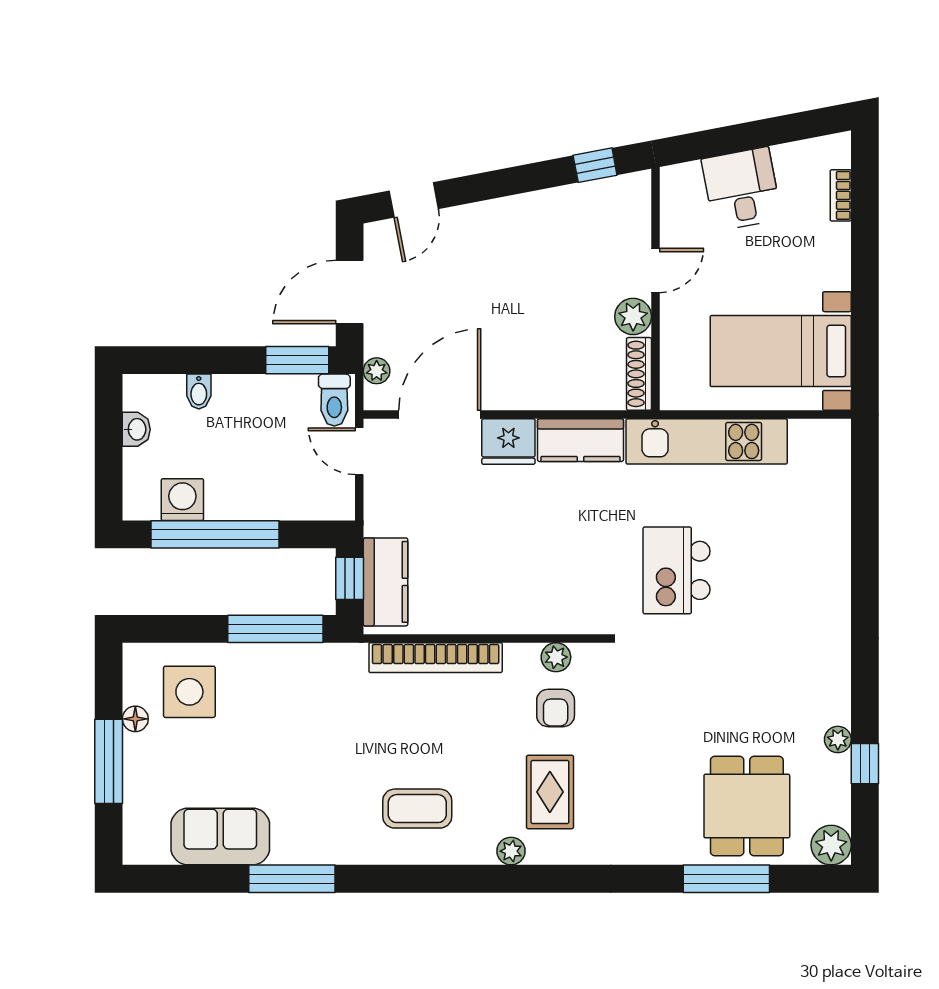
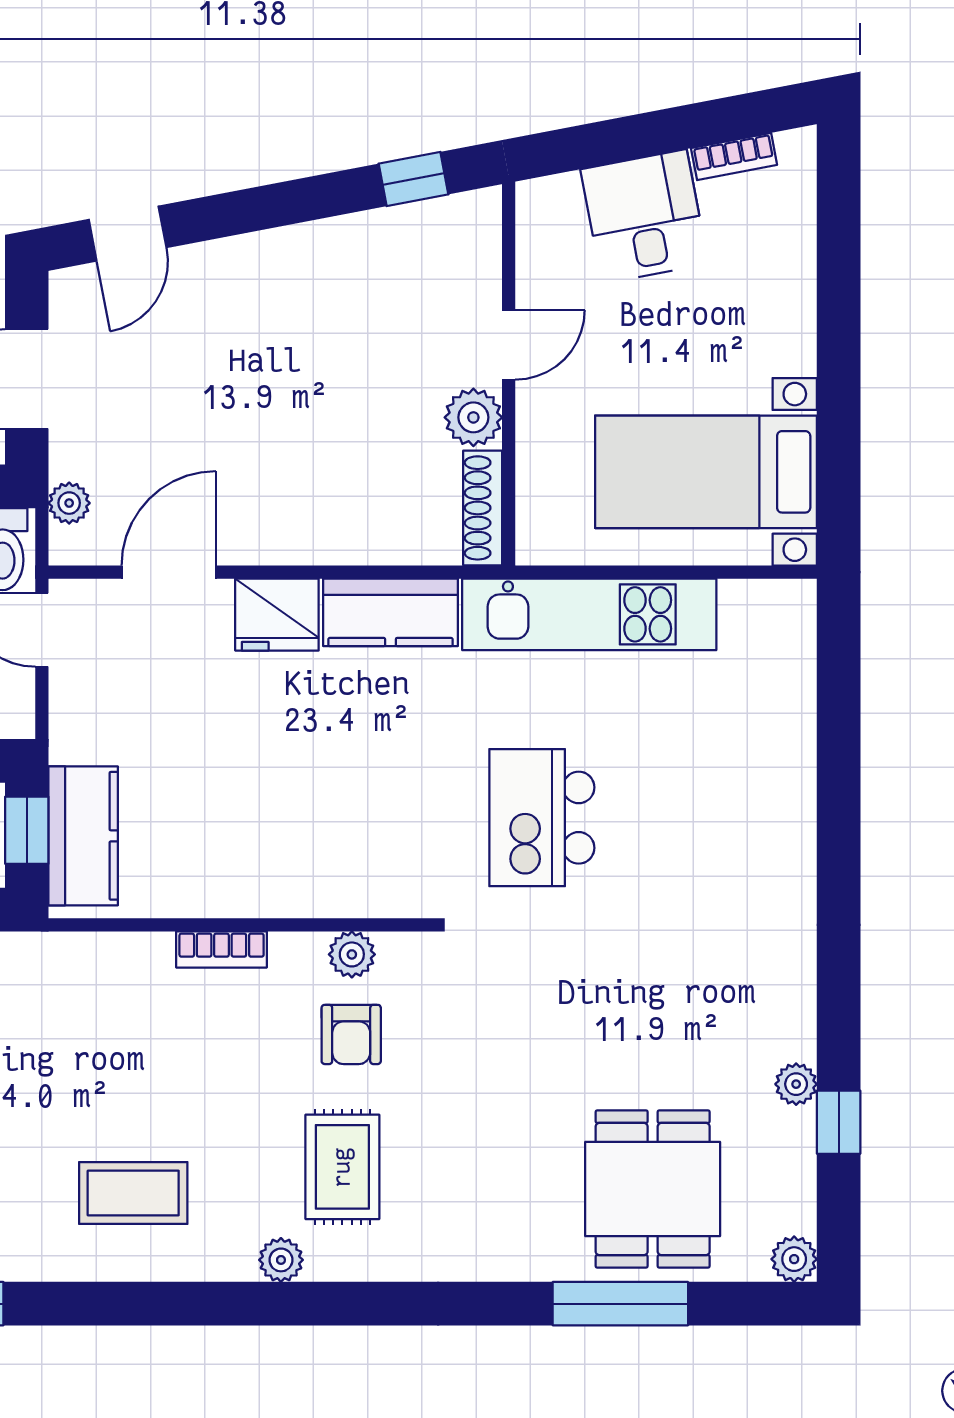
bookcase: (841, 195) -> (734, 157), moved, turned -101
door: (440, 415) -> (169, 572), width x0.73
bookcase: (436, 658) -> (222, 949), width x0.43, depth x0.76
plant: (831, 845) -> (794, 1259), width x0.73, depth x0.73

